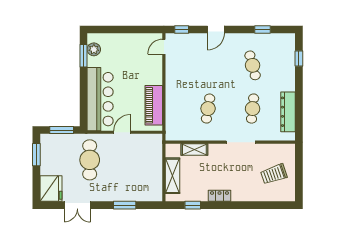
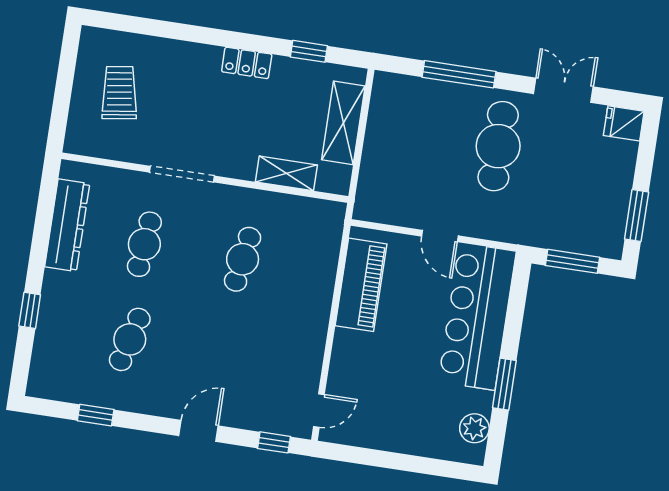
window: (84, 56) -> (504, 384), moved
window: (299, 58) -> (30, 310), moved
cafe table: (253, 65) -> (130, 339), turned 30
door: (122, 132) -> (440, 236), hinge flipped
cafe table: (90, 160) -> (498, 146), moved
trolley: (274, 174) -> (119, 93), turned -79
fridge: (51, 189) -> (624, 123), width x0.53, depth x0.75
window: (125, 205) -> (459, 74), width x1.44

